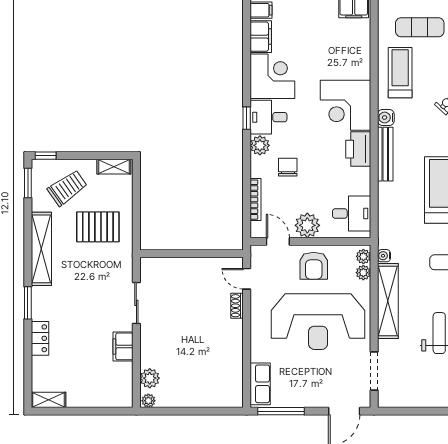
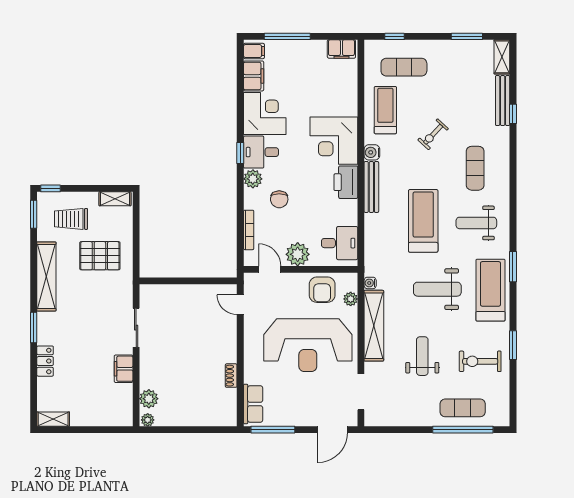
chair: (288, 167) -> (279, 199), turned 180
trolley: (67, 188) -> (71, 219), turned -145
plant: (363, 256) -> (351, 284), removed
armchair: (314, 266) -> (322, 290), moved
shoe rack: (237, 306) -> (231, 376), moved

